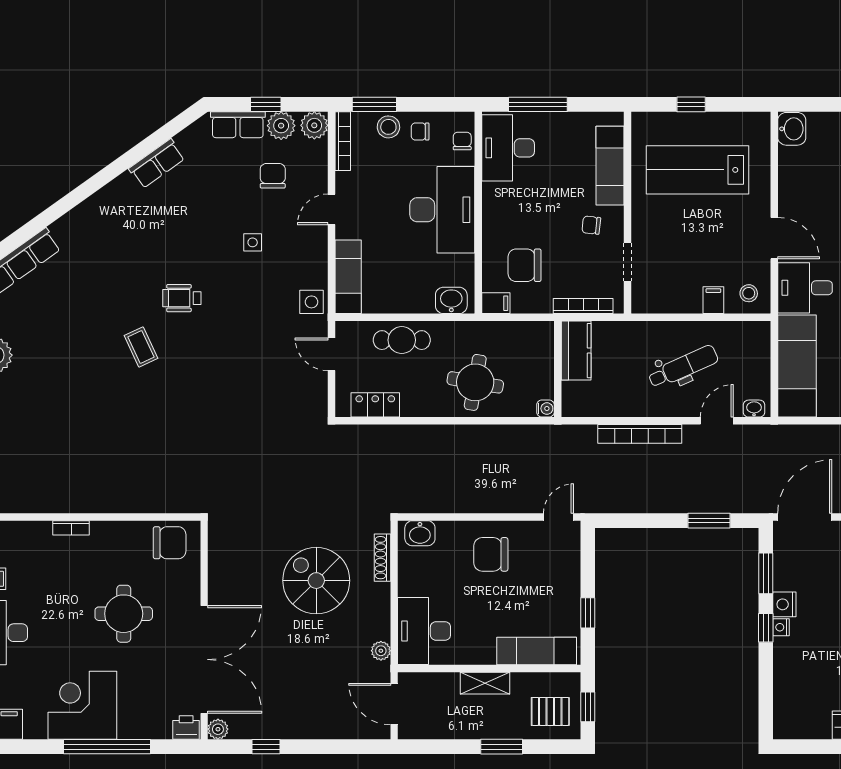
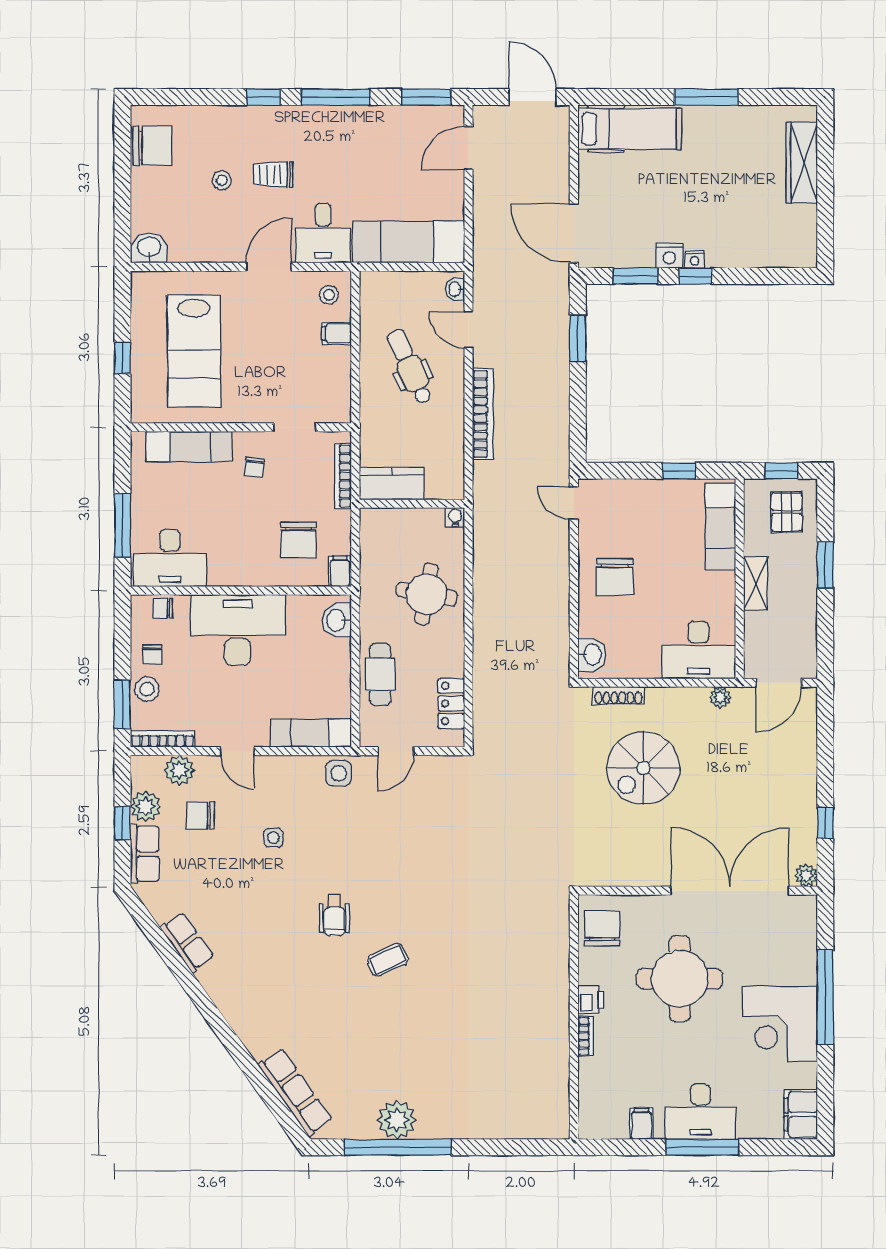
plant: (314, 125) -> (179, 770), moved
round table: (124, 614) -> (680, 979), width x1.36, depth x1.36
printer: (186, 728) -> (591, 1000), moved, turned 180

